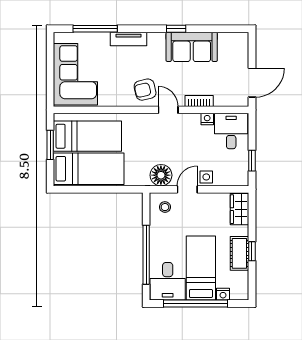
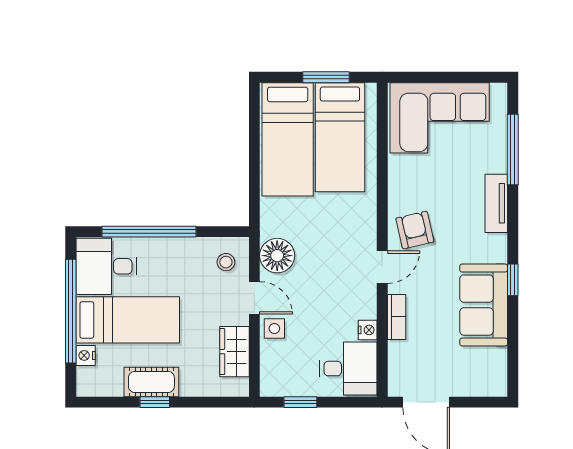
wardrobe: (240, 209) -> (234, 352), moved, turned -90

